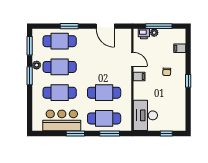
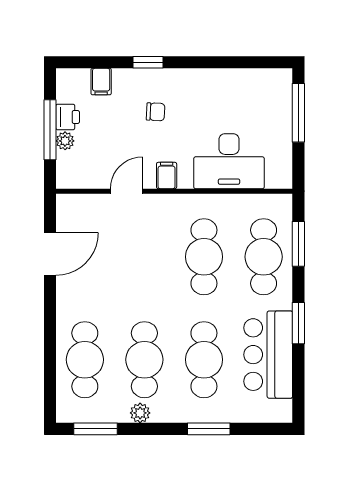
window: (69, 26) -> (50, 337), removed
printer: (144, 34) -> (68, 117), moved
window: (30, 76) -> (209, 429), moved
window: (188, 81) -> (148, 62), moved
desk: (145, 115) -> (229, 161), moved
window: (166, 133) -> (298, 113), width x2.17

